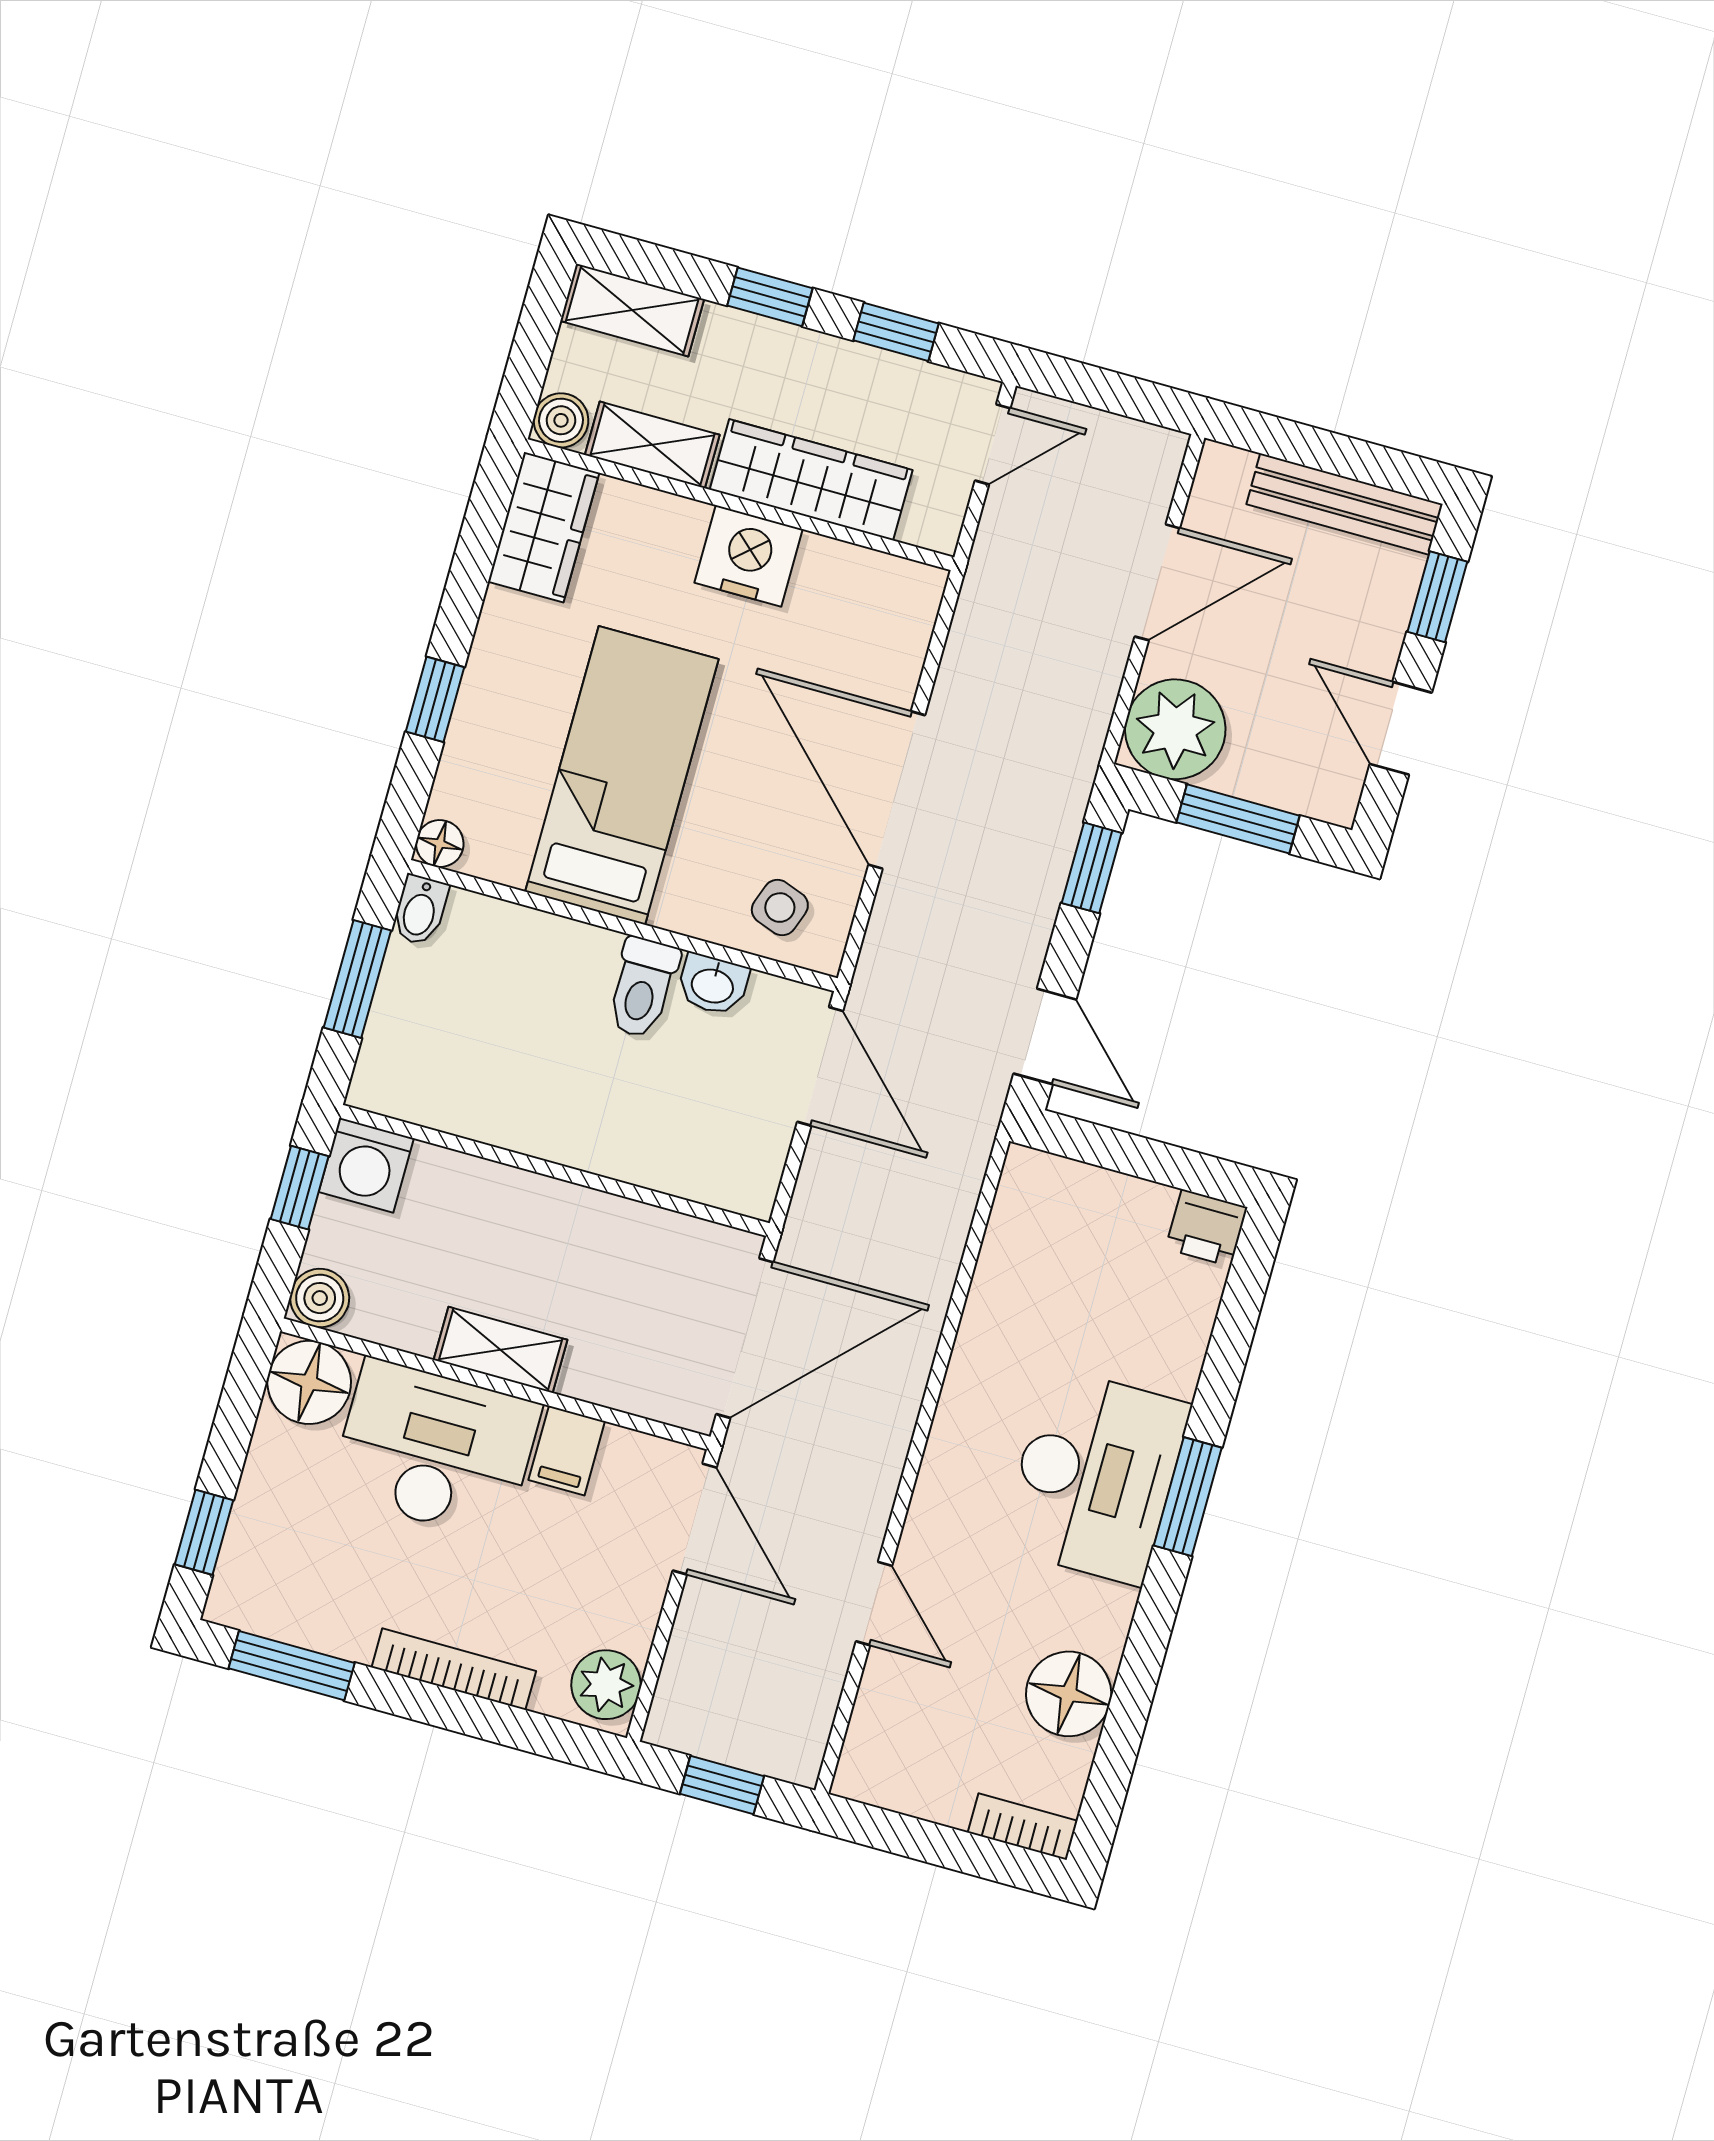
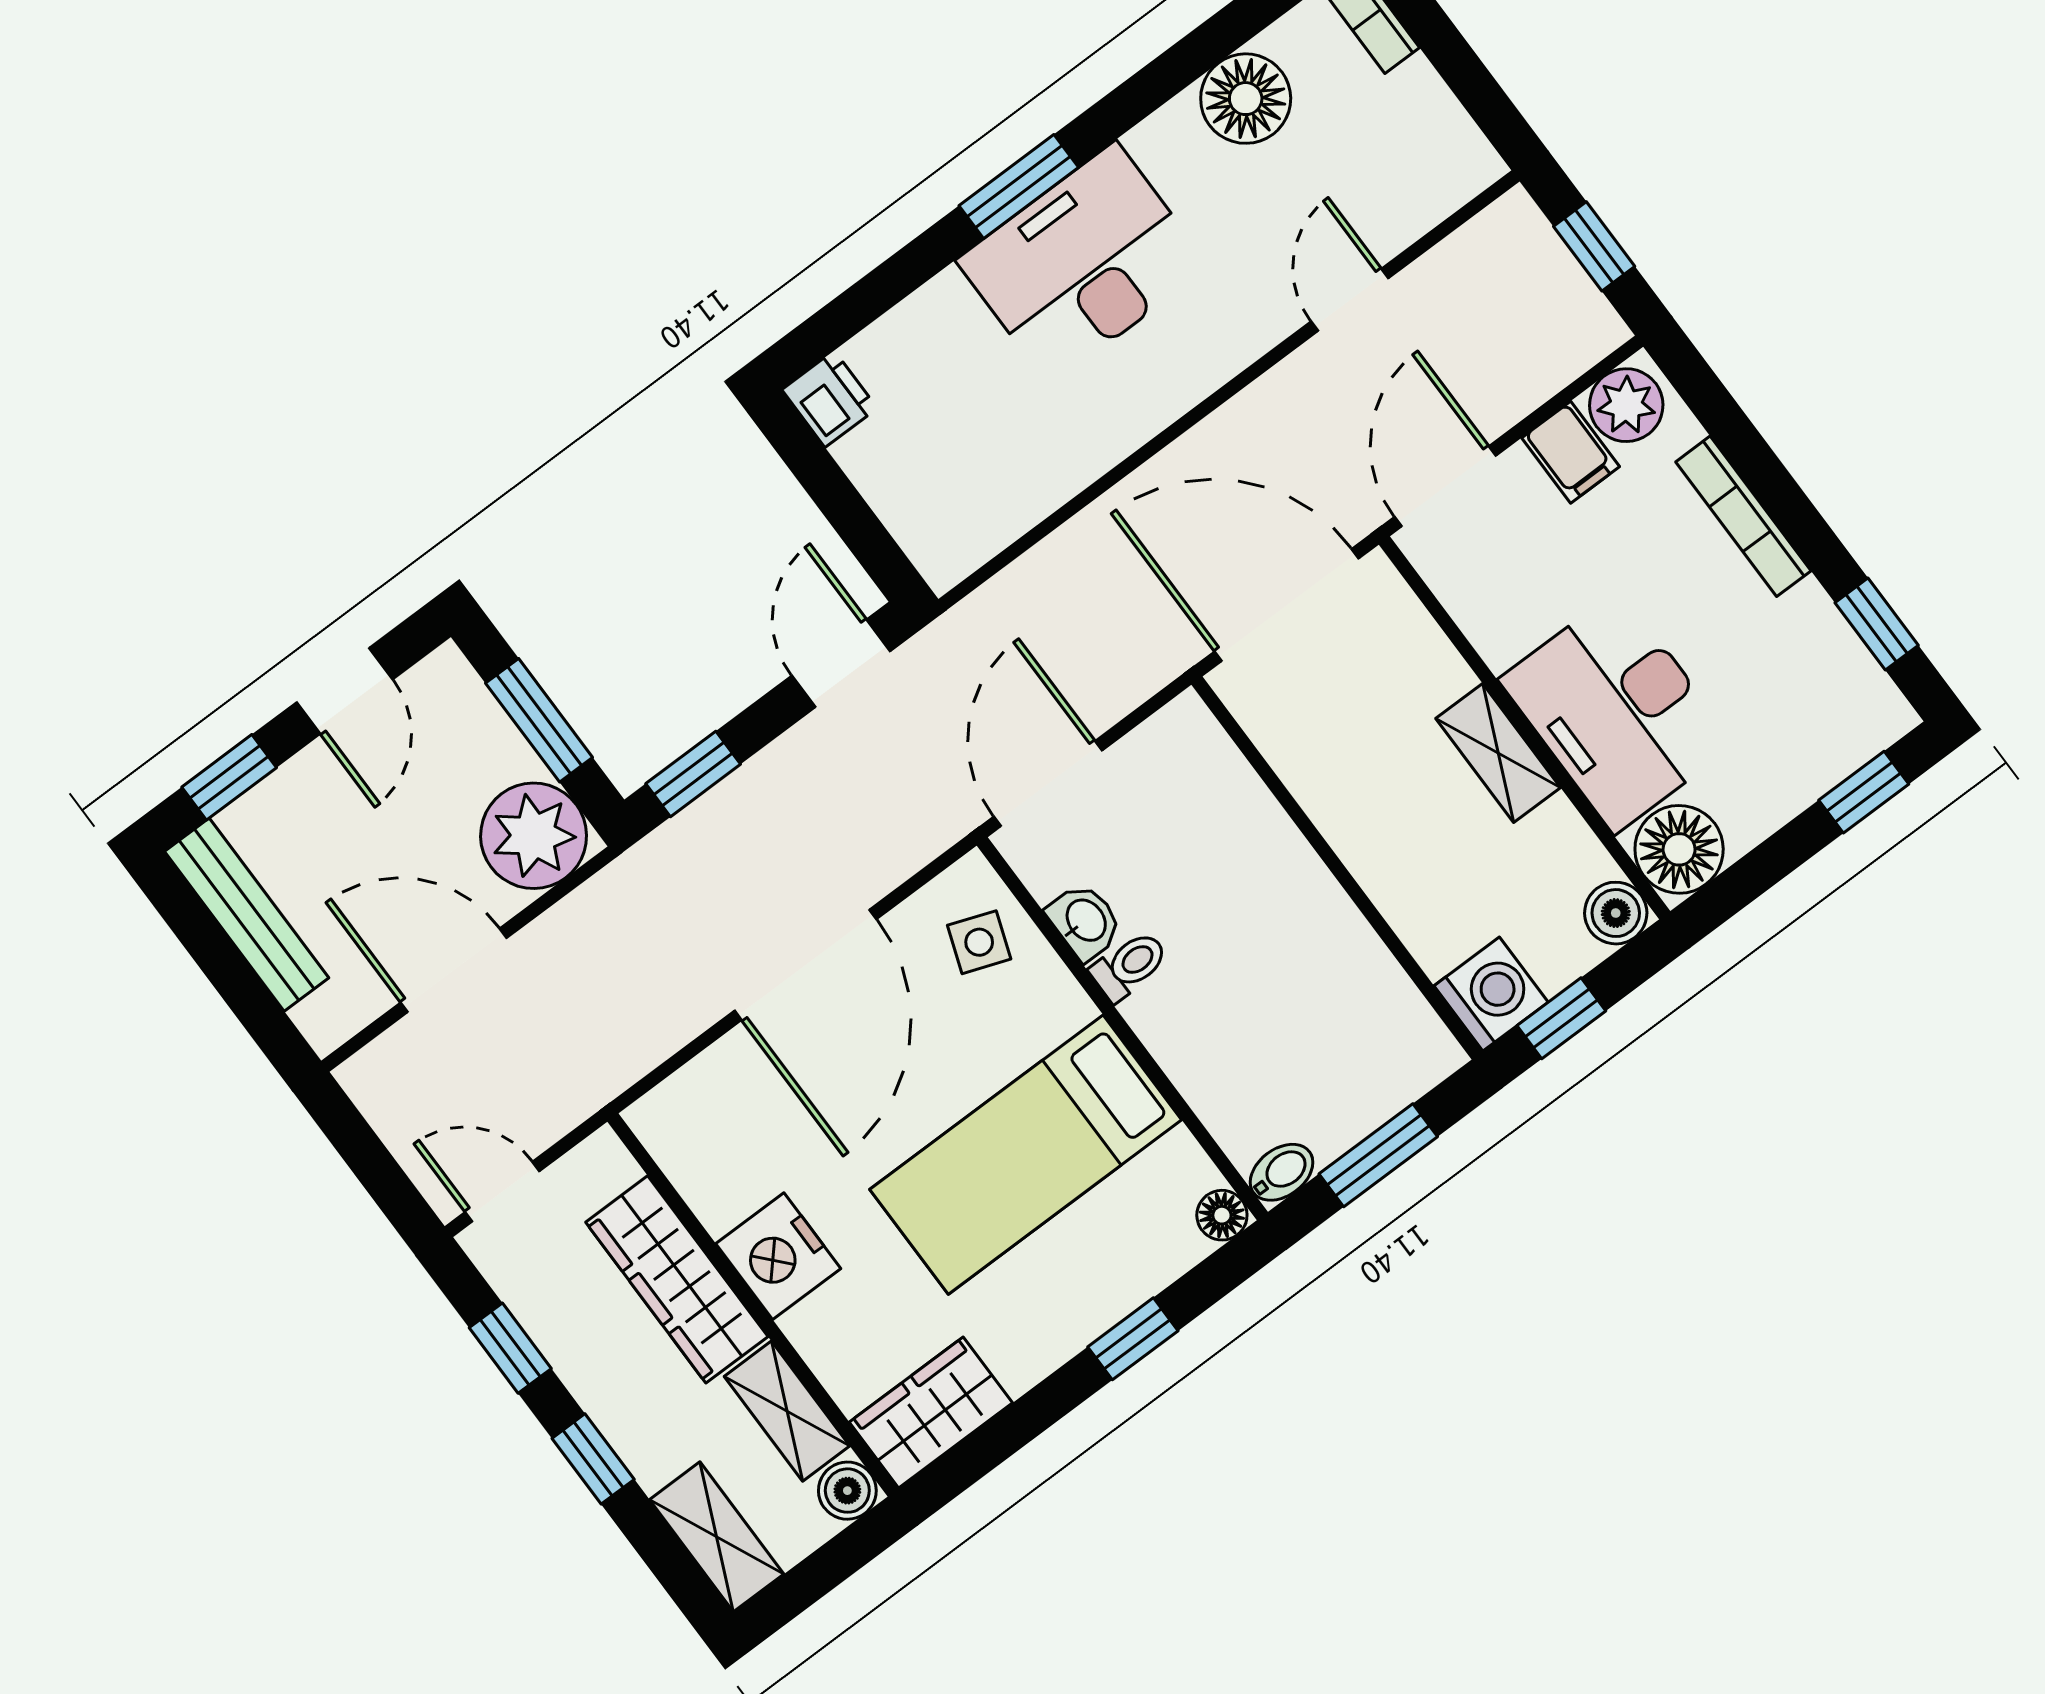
toilet: (643, 988) -> (1129, 966), width x0.73, depth x0.72
filing cabinet: (567, 1451) -> (1571, 452), moved, turned 90
window: (292, 1666) -> (1877, 624), width x0.67

